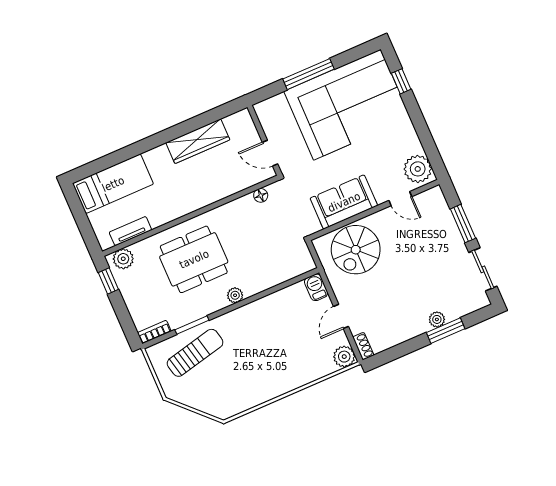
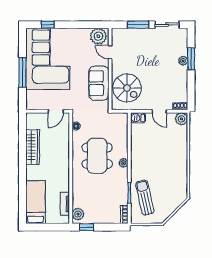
door: (400, 199) -> (110, 52), swing flipped
dining table: (194, 259) -> (97, 156), moved

